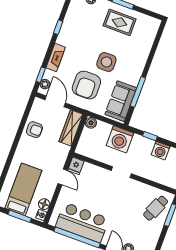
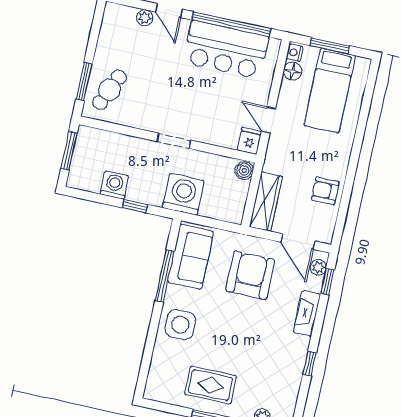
side table: (106, 62) -> (180, 325), moved
boiler: (91, 123) -> (244, 170), moved

